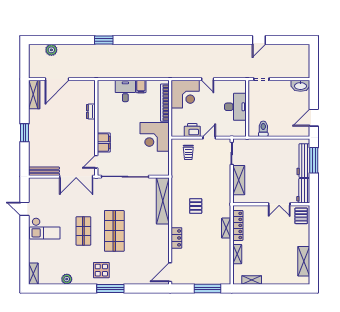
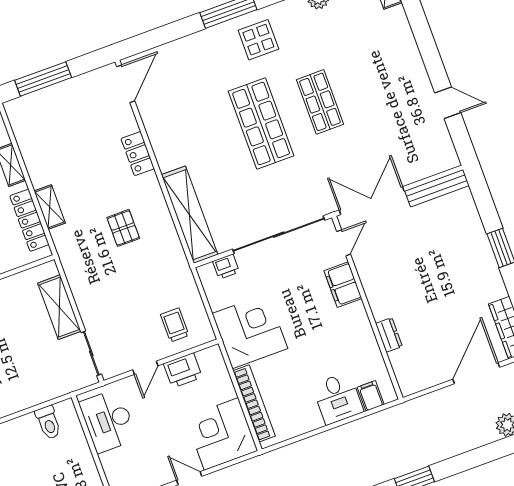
filing cabinet: (141, 86) -> (371, 396), moved
desk: (235, 107) -> (108, 421), moved
printer: (155, 171) -> (226, 267), added
checkout: (45, 229) -> (395, 80), removed

